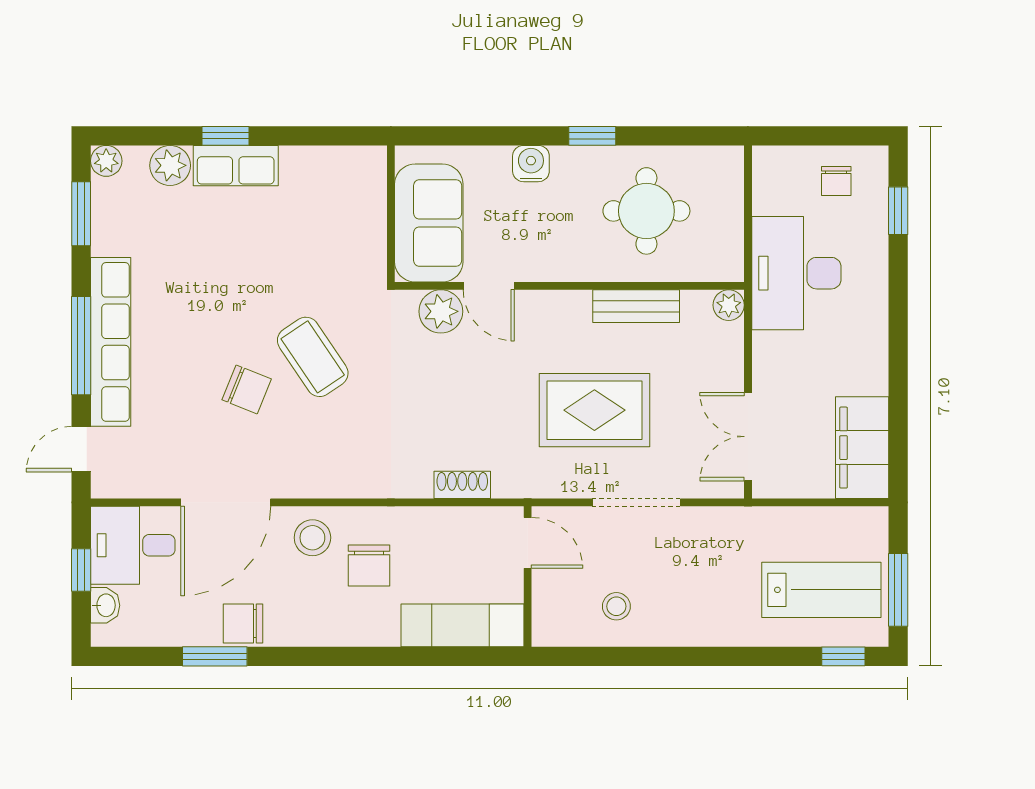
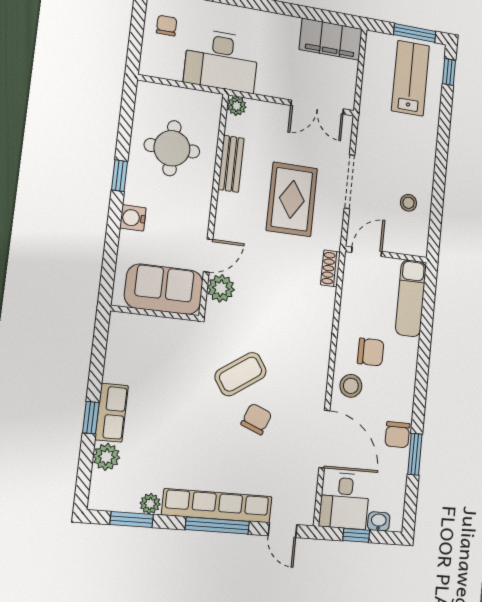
plant: (106, 161) -> (150, 504), moved
chair: (836, 181) -> (167, 26), turned -90
shoe rack: (462, 485) -> (330, 268), moved

